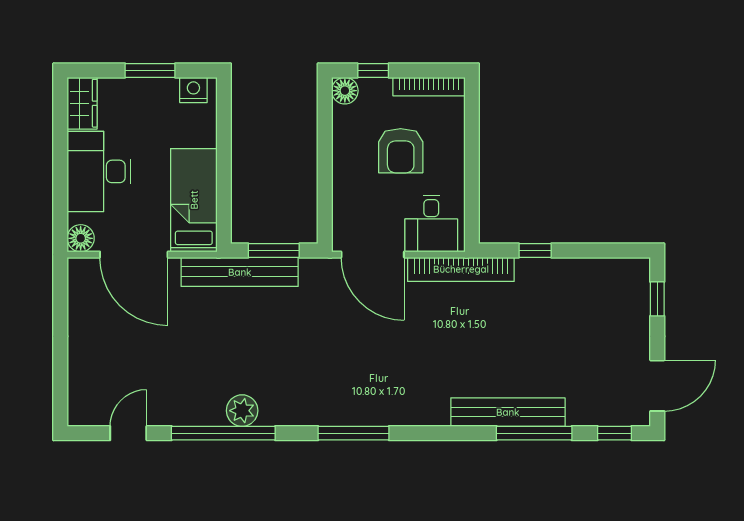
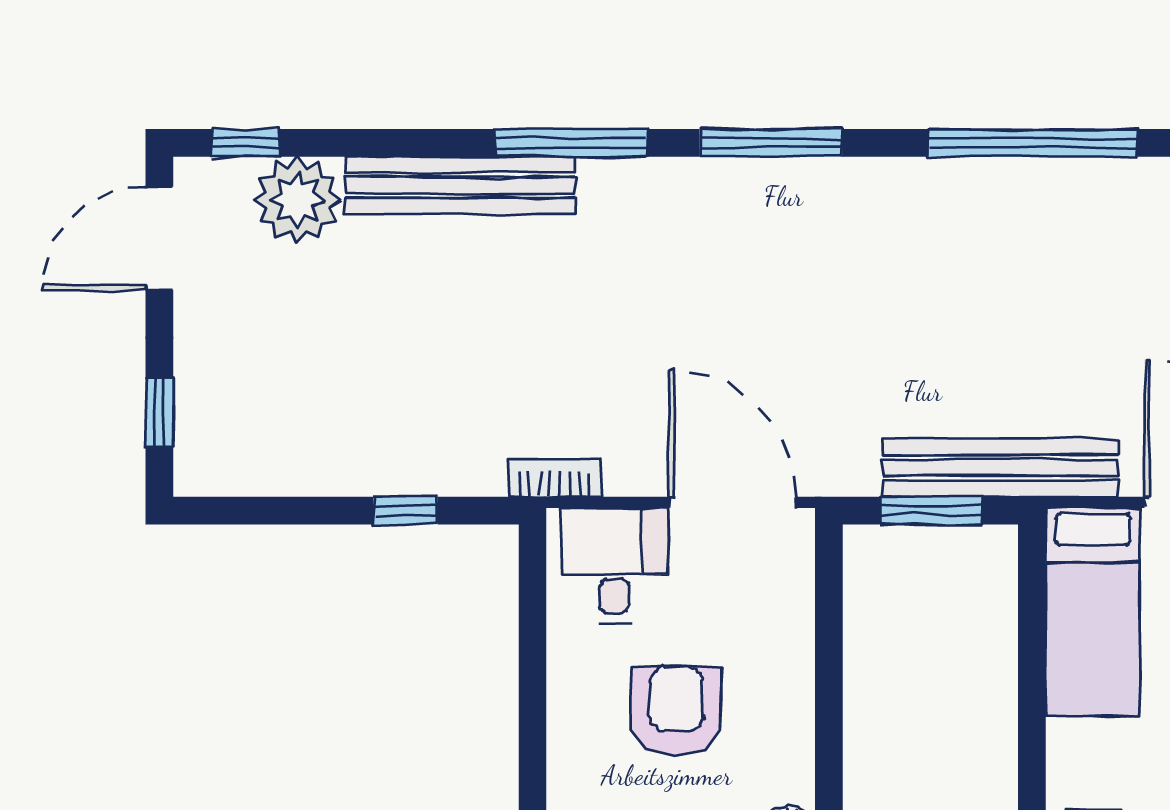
bookcase: (461, 269) -> (555, 478), width x0.43, depth x0.76
plant: (242, 411) -> (297, 200), moved, width x1.36, depth x1.36
window: (534, 433) -> (571, 143), moved

